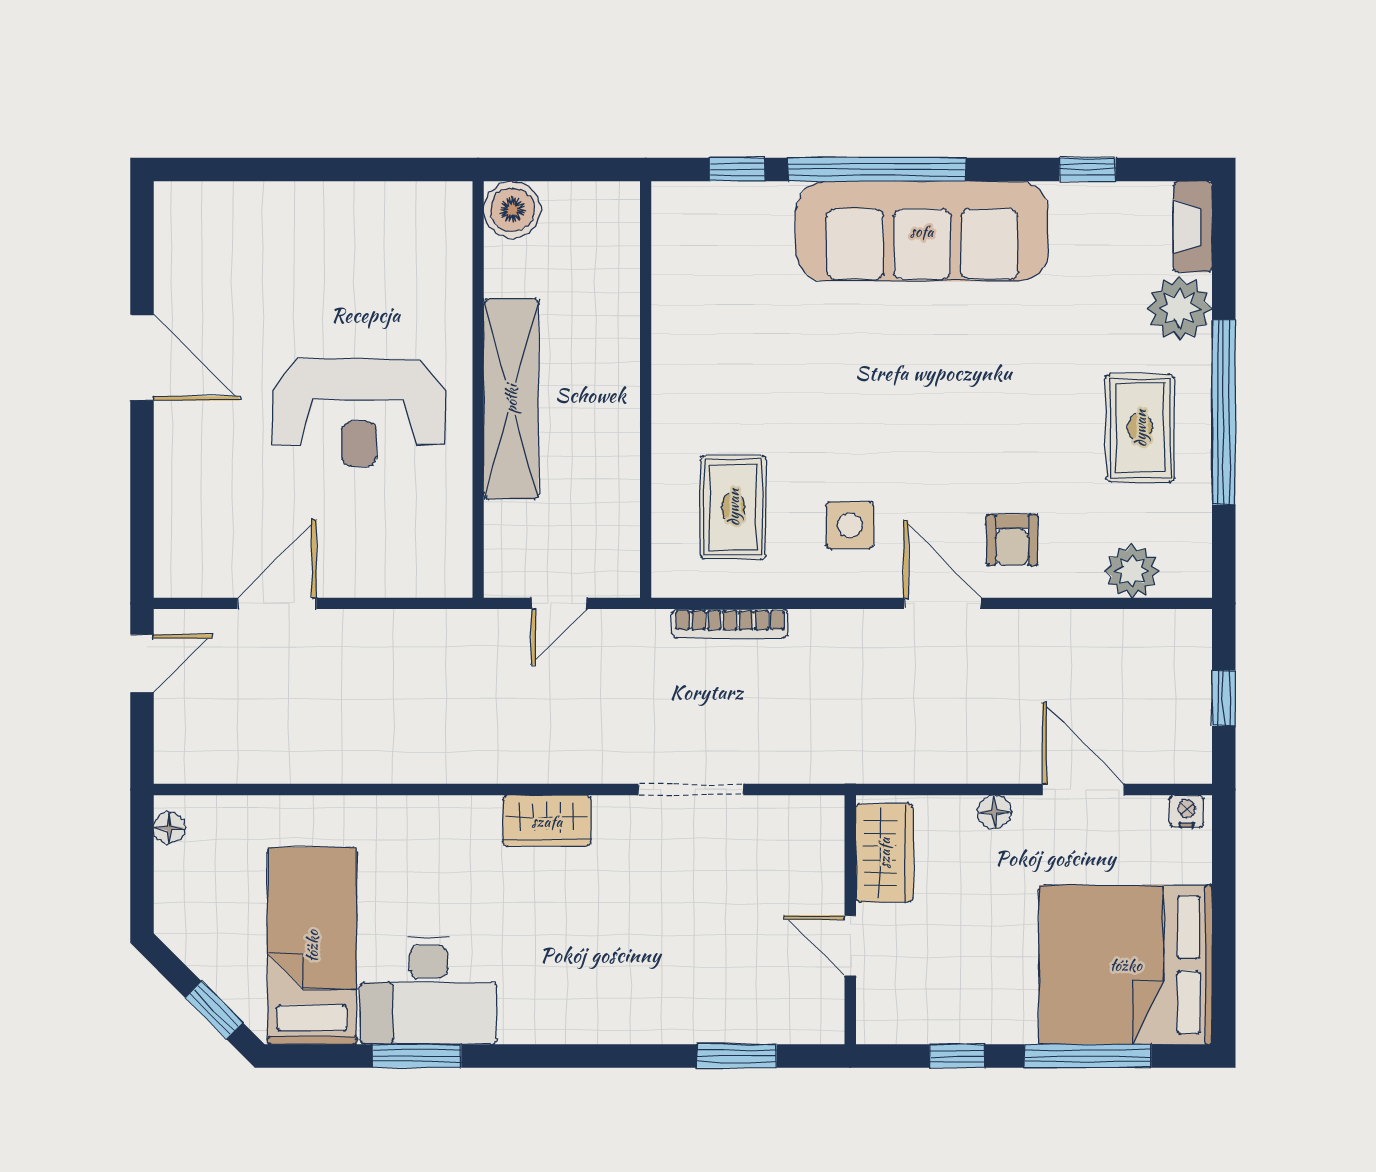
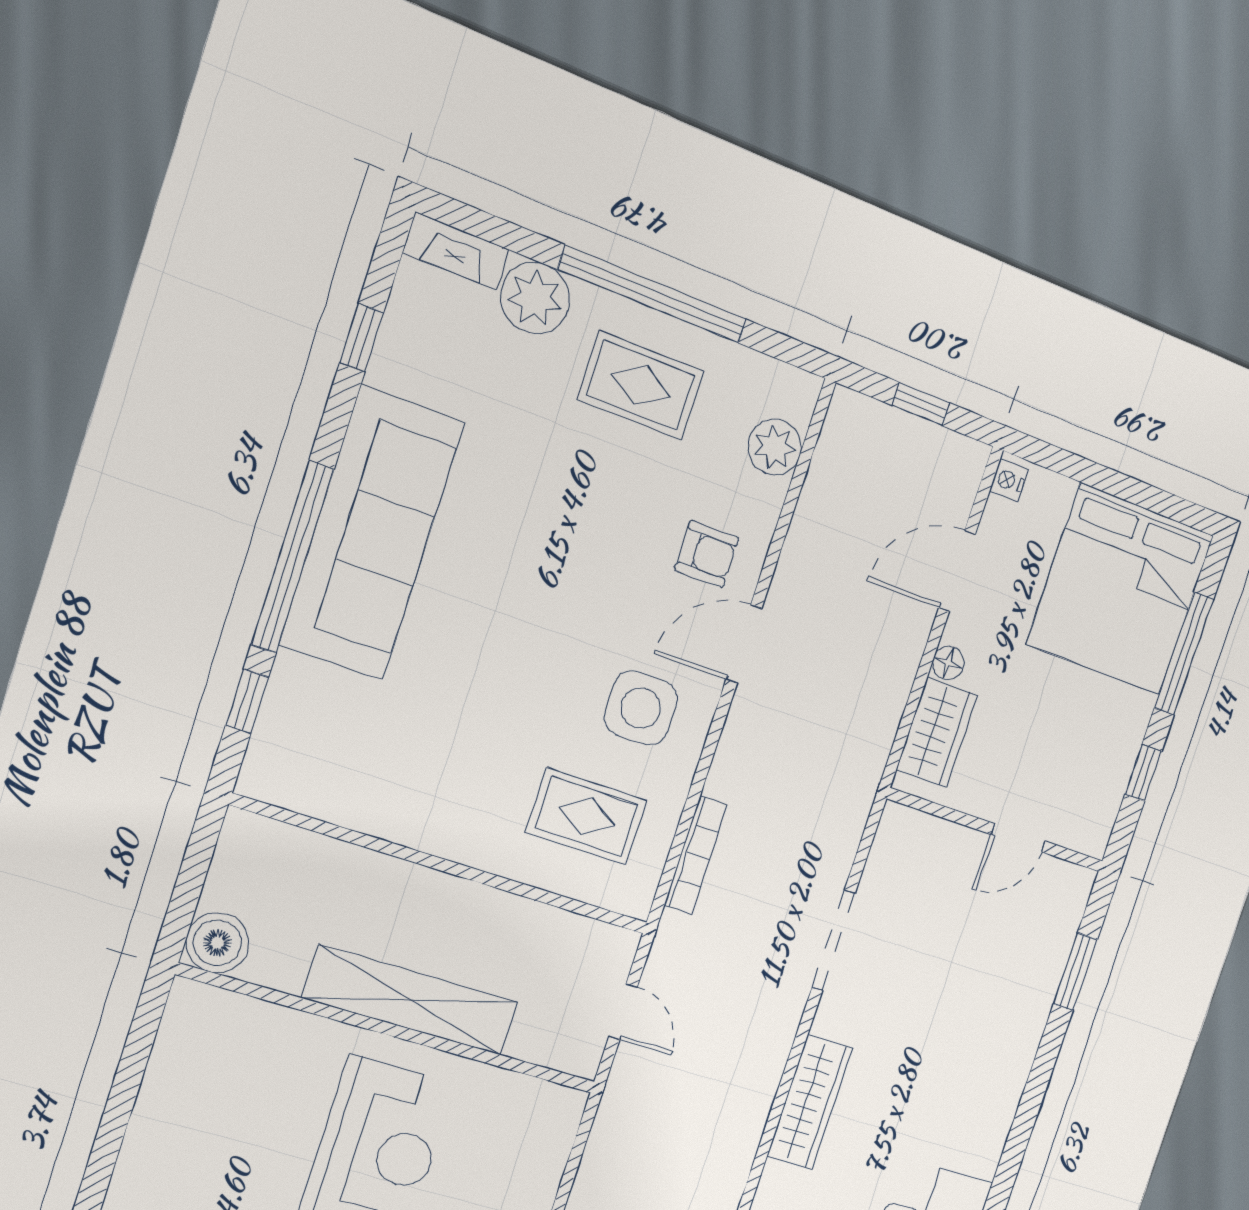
side table: (850, 525) -> (641, 708), width x1.37, depth x1.37
wardrobe: (547, 821) -> (810, 1102), width x1.50
wardrobe: (884, 853) -> (937, 732), moved, turned 90

